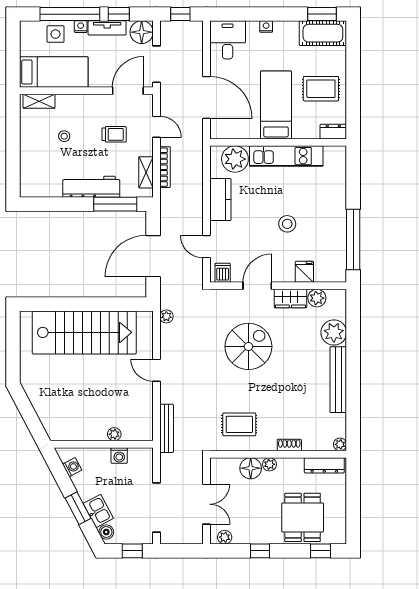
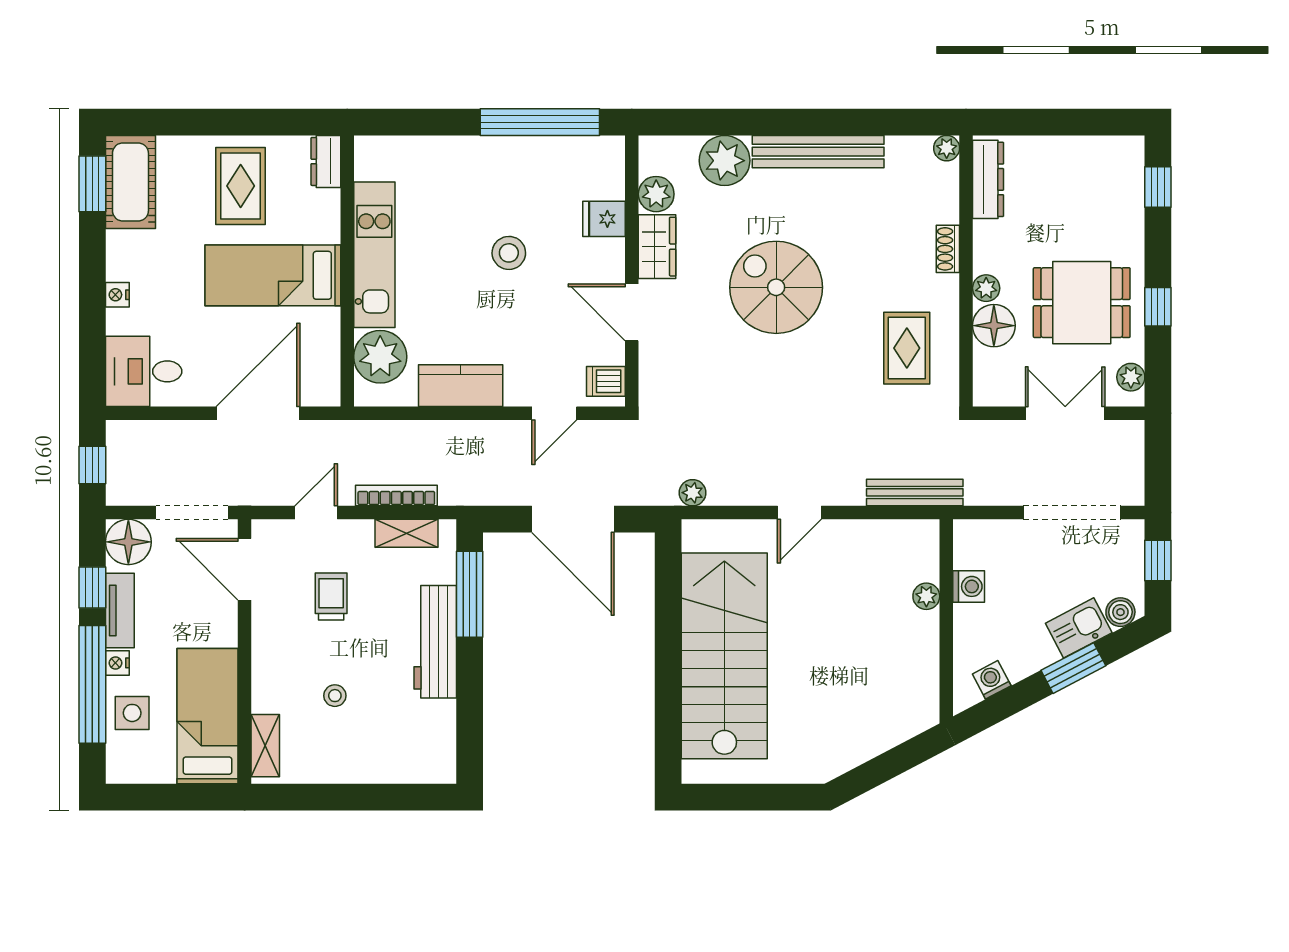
spiral stairs: (248, 346) -> (776, 287), moved
dining table: (303, 517) -> (1082, 303), moved

